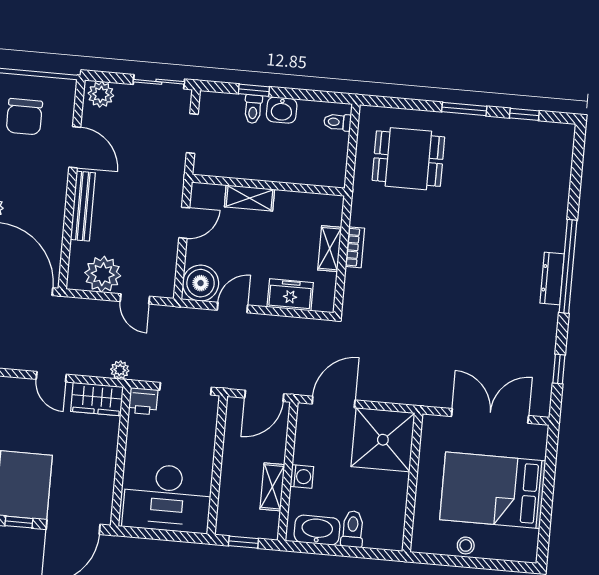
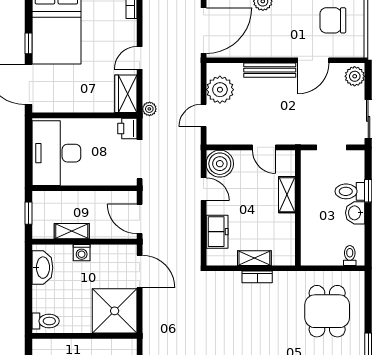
toilet: (253, 109) -> (350, 191), width x1.37, depth x1.39
toilet: (353, 529) -> (46, 321), moved

